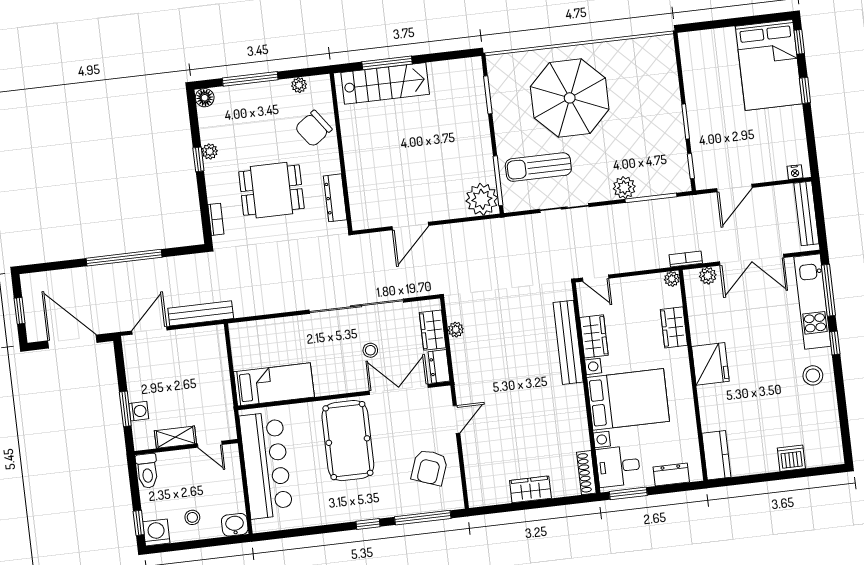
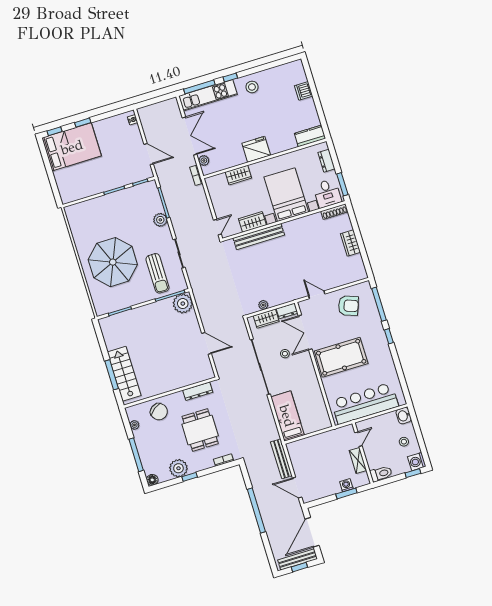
plant: (210, 151) -> (178, 468), width x1.88, depth x1.88
bench: (806, 213) -> (298, 559), moved
plant: (672, 279) -> (210, 182), removed
bed: (274, 384) -> (287, 416), moved

